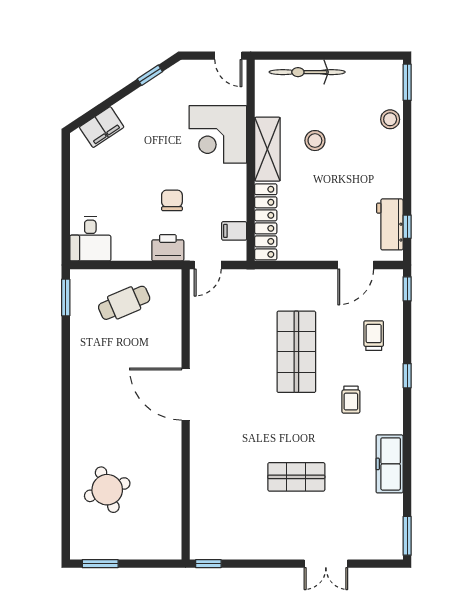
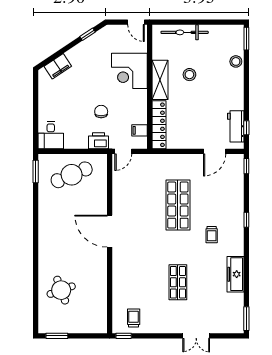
cafe table: (124, 303) -> (72, 175), width x1.37, depth x1.35
trolley: (374, 336) -> (134, 318), moved
shop shelf: (296, 477) -> (178, 282), turned 90

